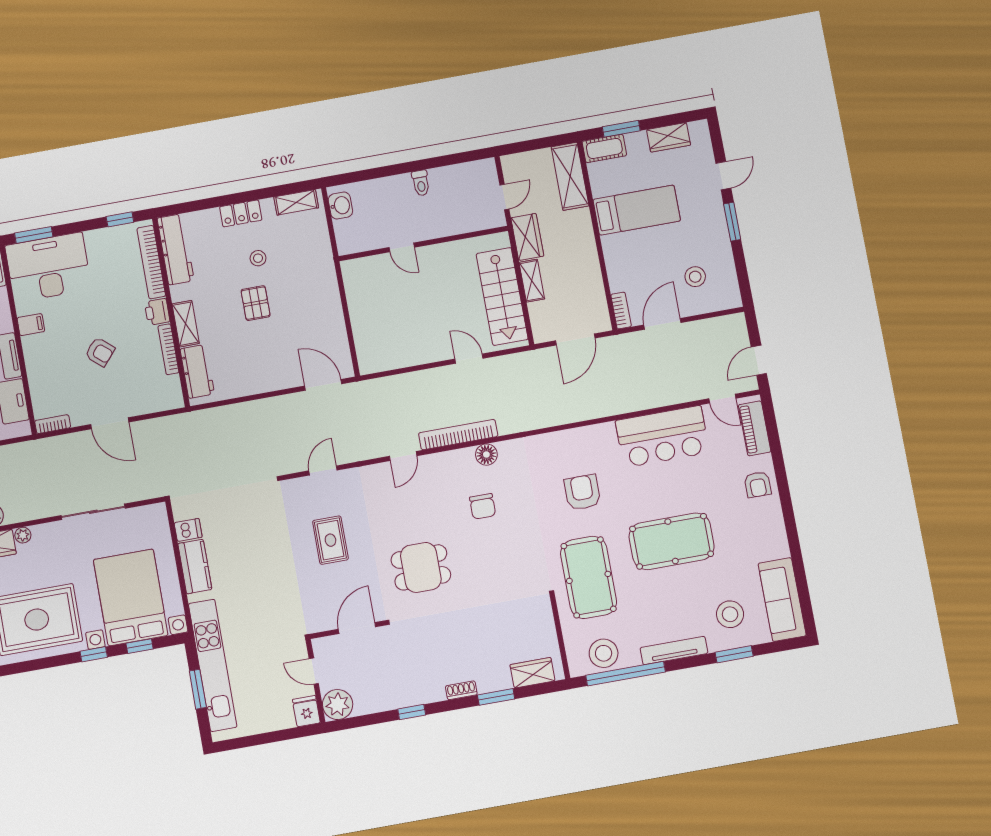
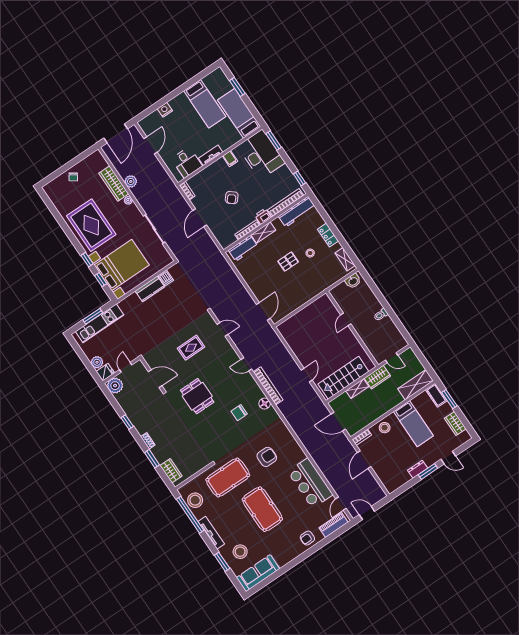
dresser: (720, 238) -> (418, 469), added
stool: (695, 277) -> (385, 428), moved
door: (662, 324) -> (364, 460), swing flipped
kitchen unit: (213, 665) -> (100, 323), width x0.73
plant: (282, 718) -> (97, 362), added

